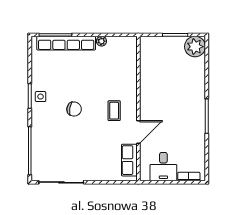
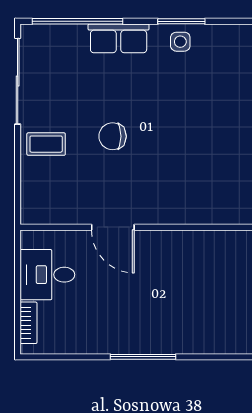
chair: (74, 109) -> (113, 136), moved, turned 80
coffee table: (114, 111) -> (46, 144), moved
row of seats: (129, 160) -> (119, 38), moved, turned 180

